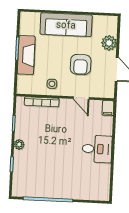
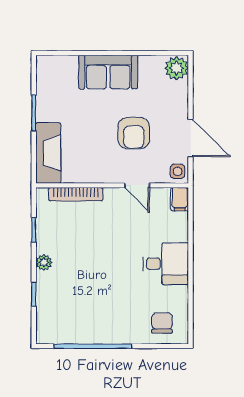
sofa: (66, 25) -> (108, 72), width x0.73
plant: (109, 43) -> (177, 68), moved
fireplace: (26, 55) -> (48, 153), moved
side table: (52, 84) -> (178, 171), moved
chair: (93, 187) -> (162, 323), added

